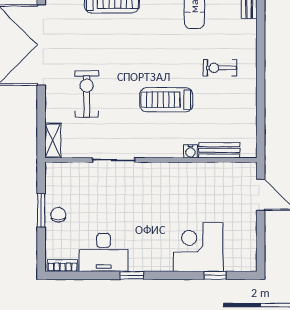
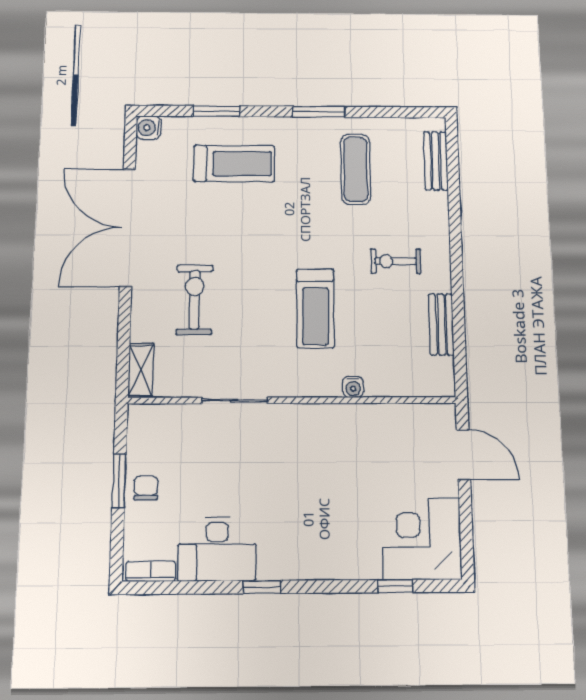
treadmill: (166, 100) -> (315, 308), turned -90
bench: (219, 150) -> (441, 324), moved, turned 90
corner desk: (198, 247) -> (422, 539), moved

